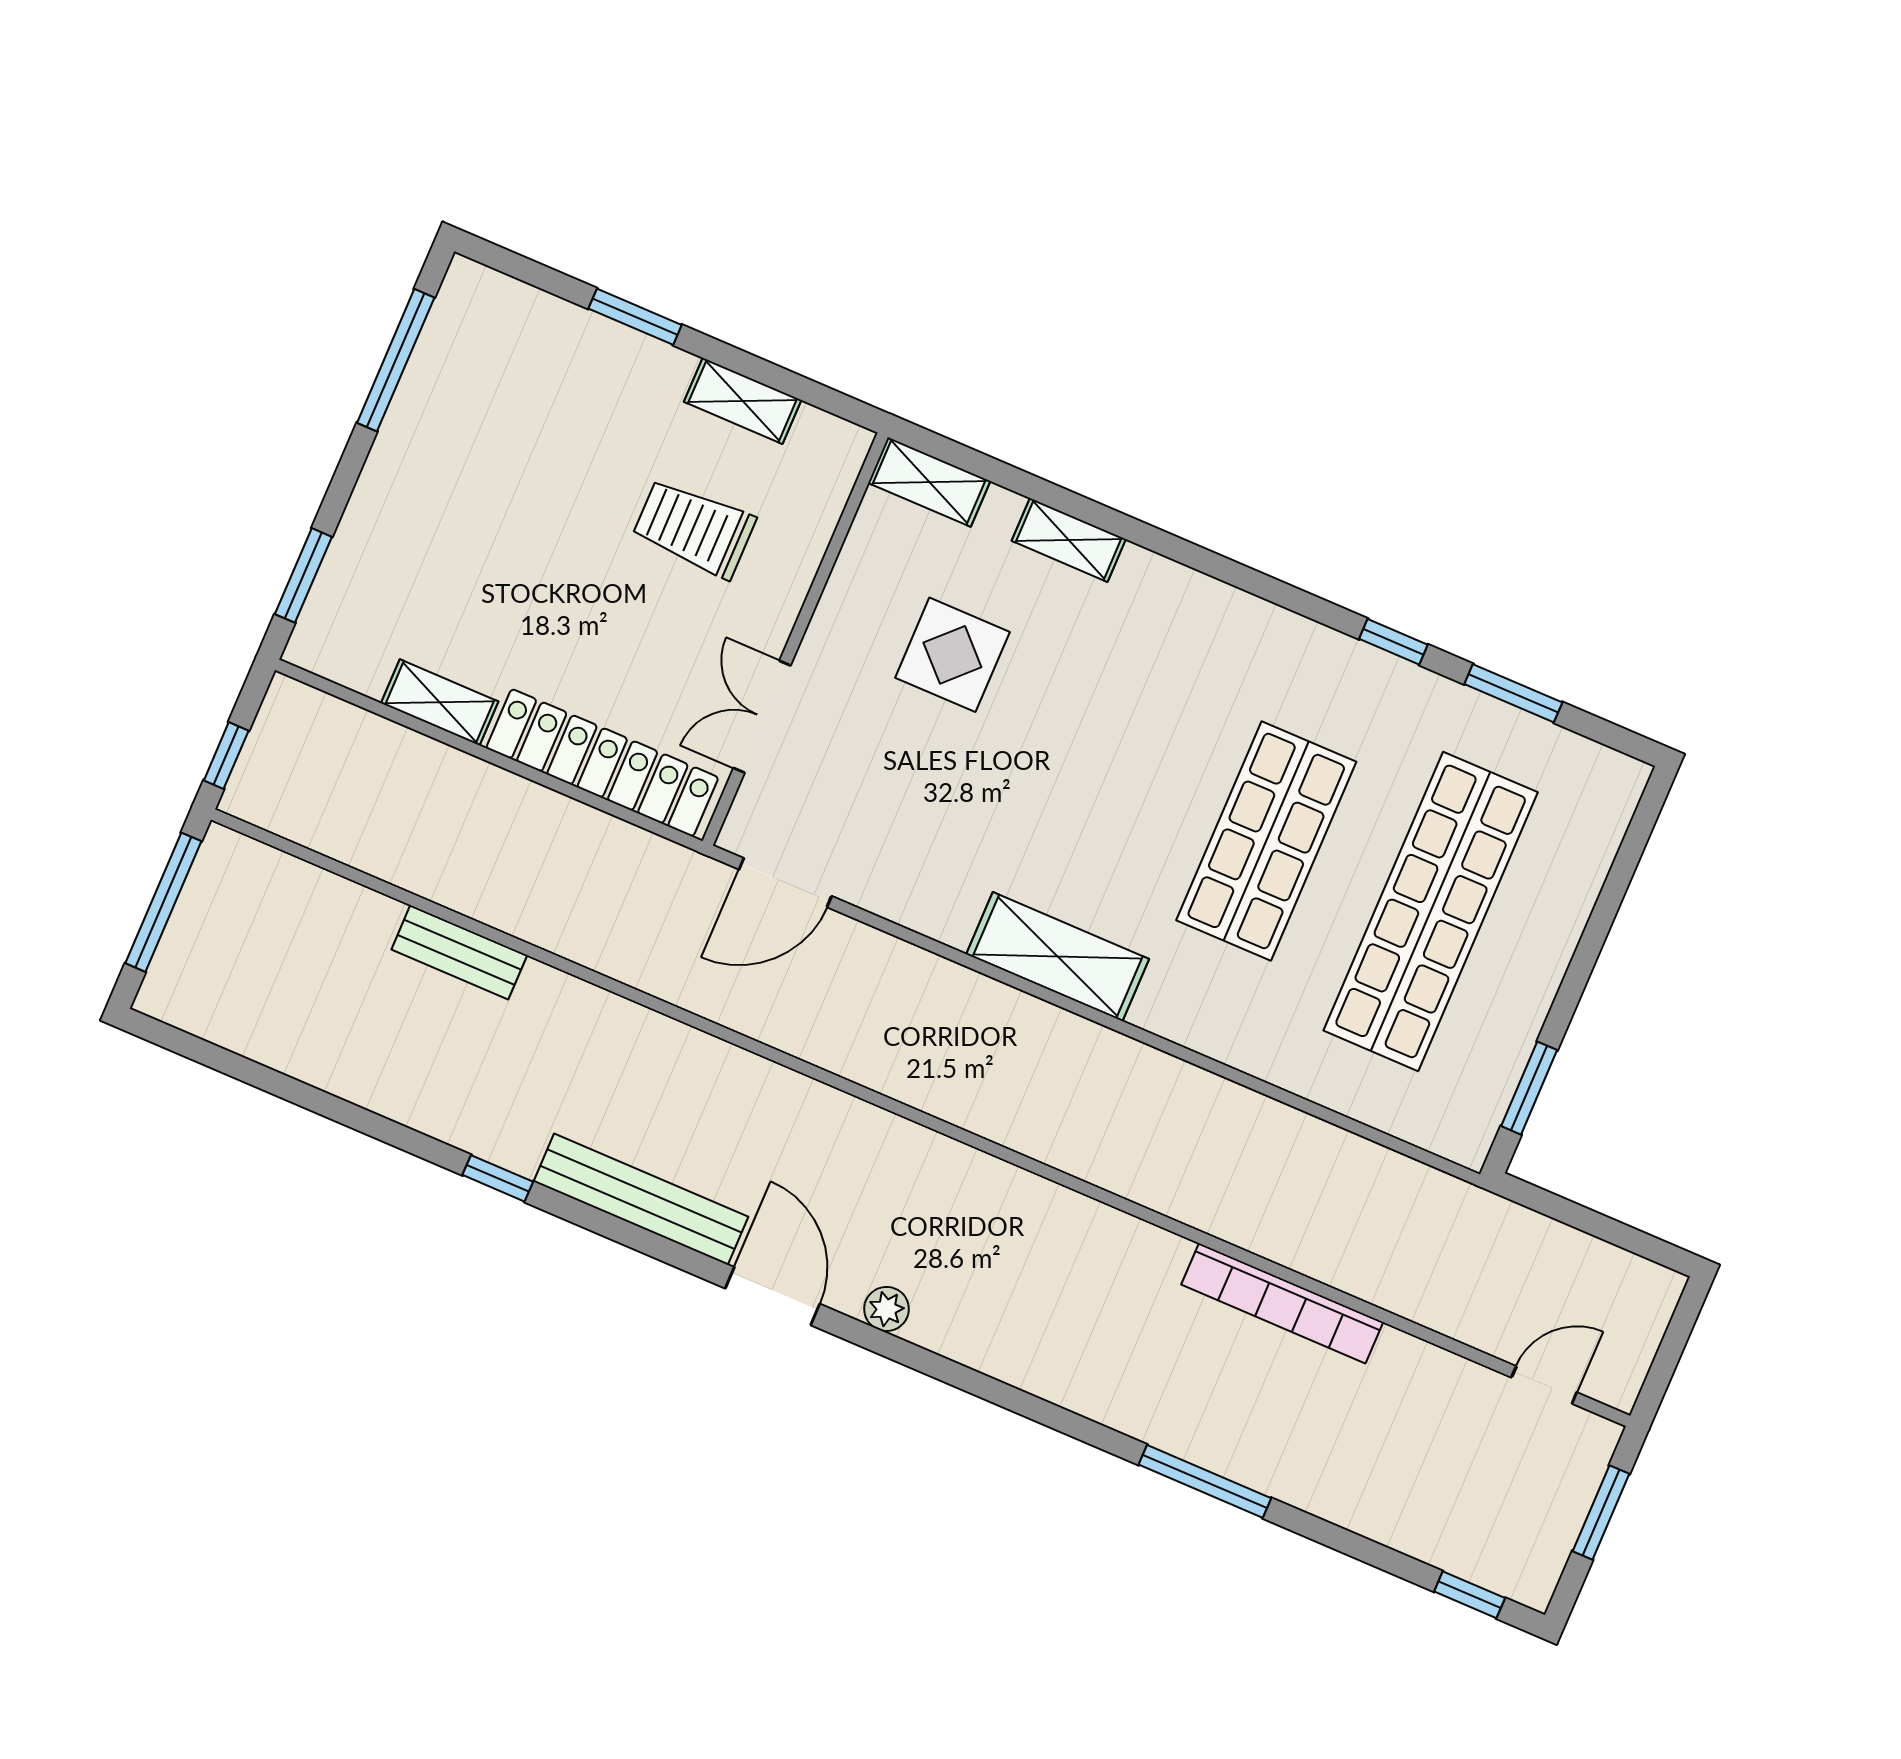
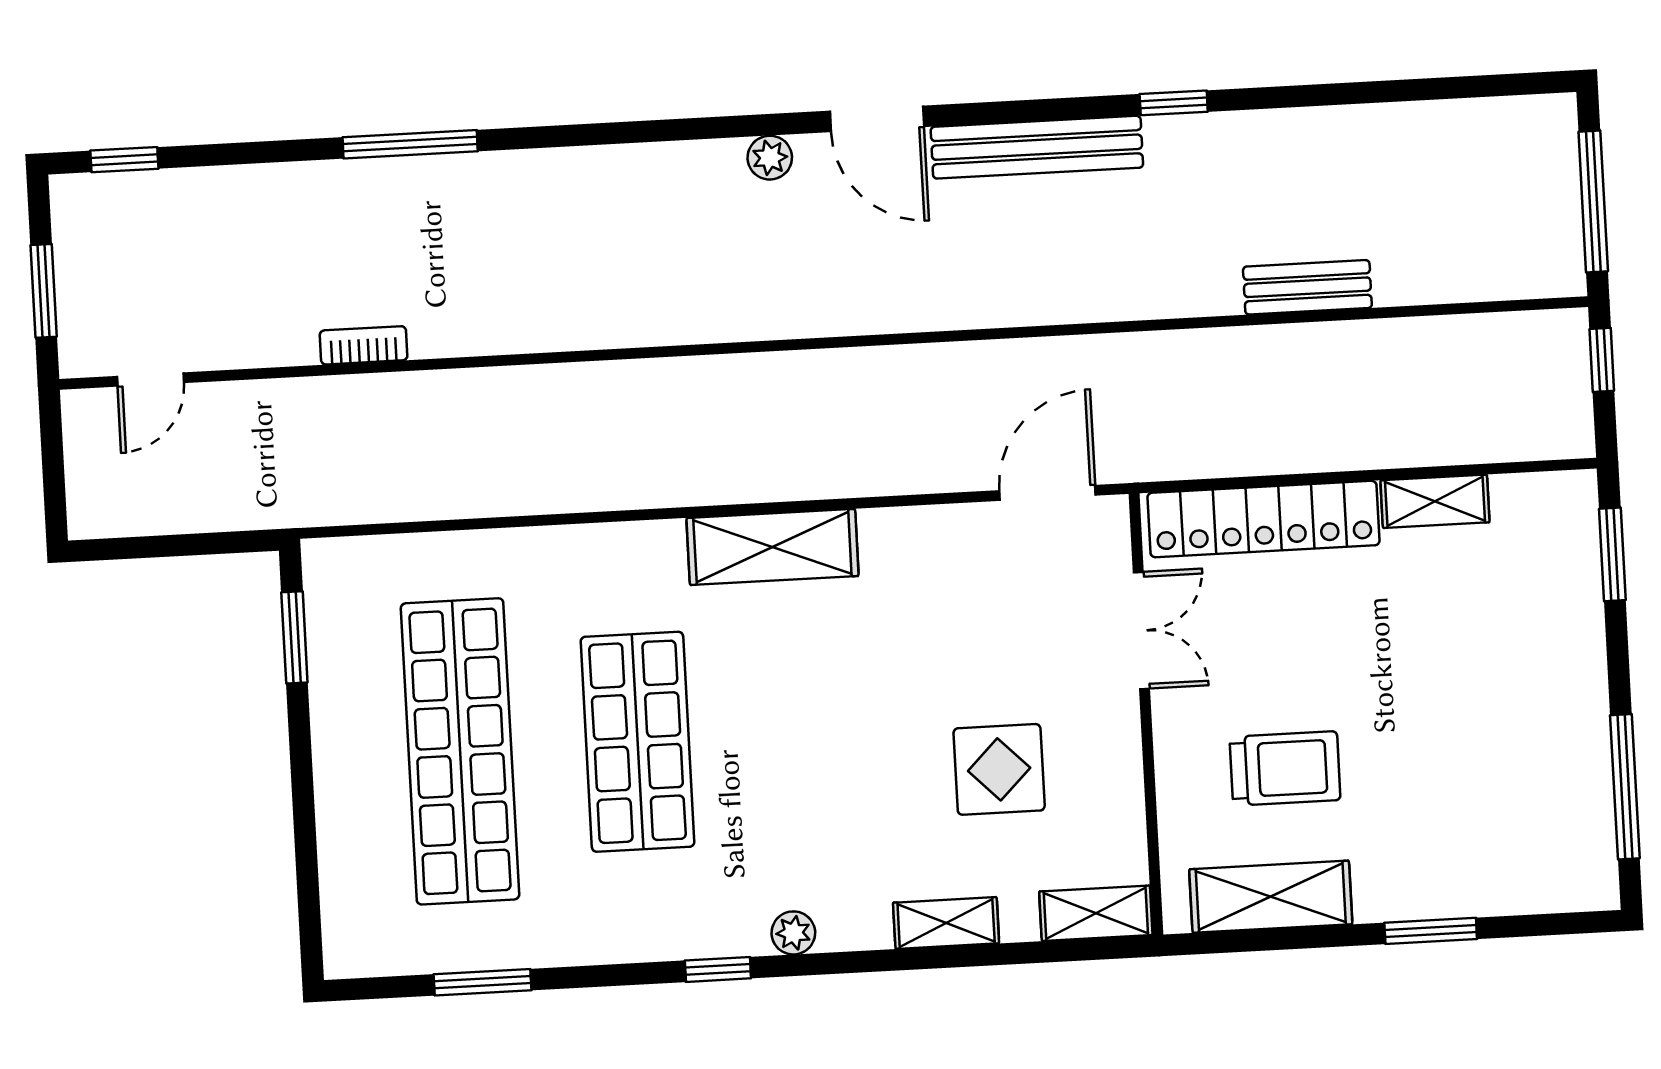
shelving: (743, 401) -> (1271, 897), width x1.50, depth x1.33
plant: (1211, 599) -> (793, 933), added
window: (1393, 642) -> (718, 969), moved
bookcase: (1282, 1303) -> (364, 345), width x0.43, depth x0.76

